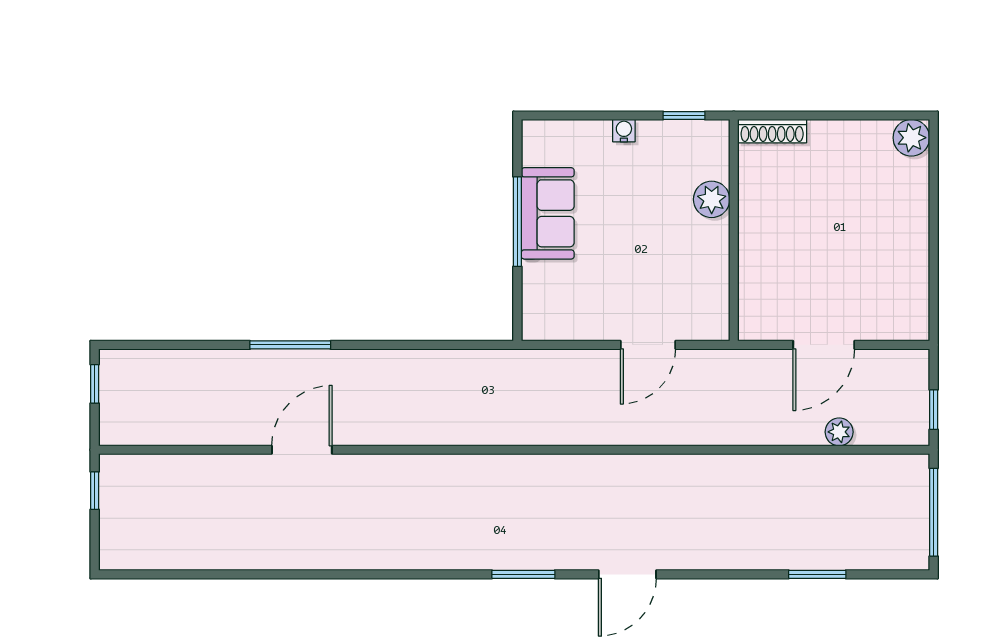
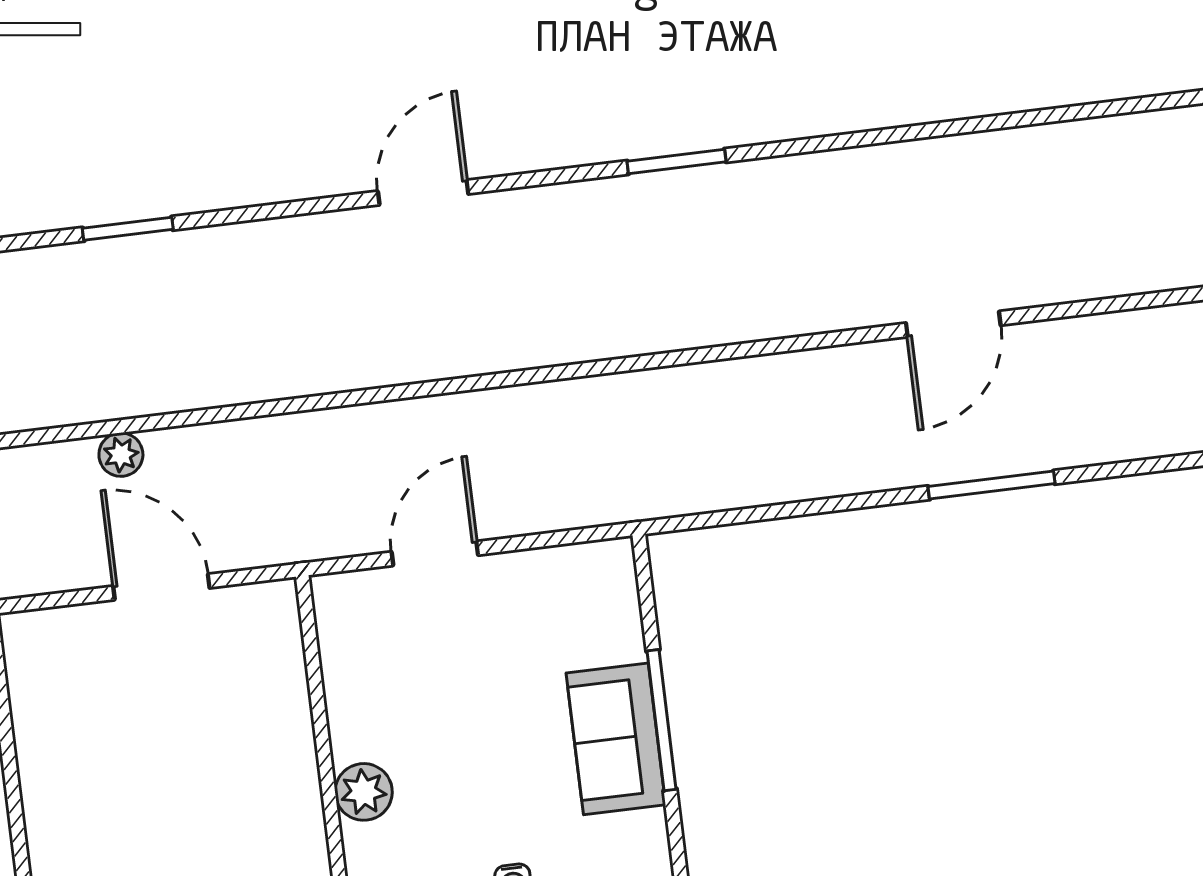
door: (824, 345) -> (161, 587), hinge flipped
window: (523, 574) -> (676, 161), moved

